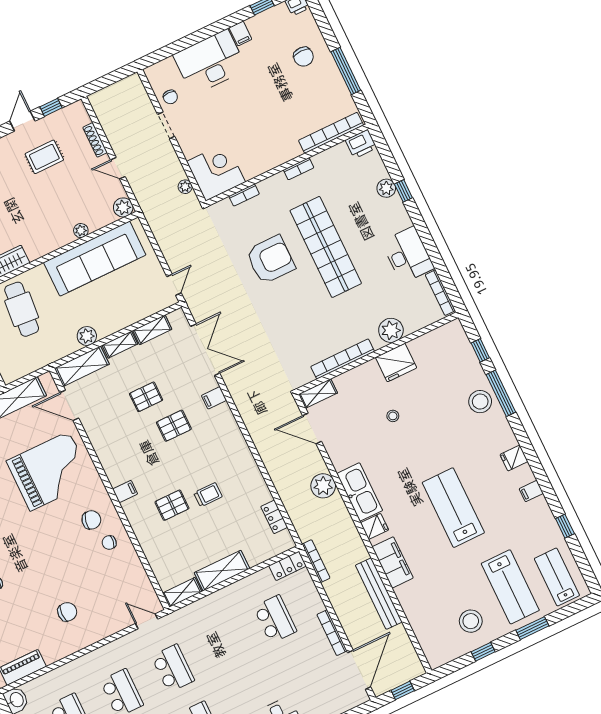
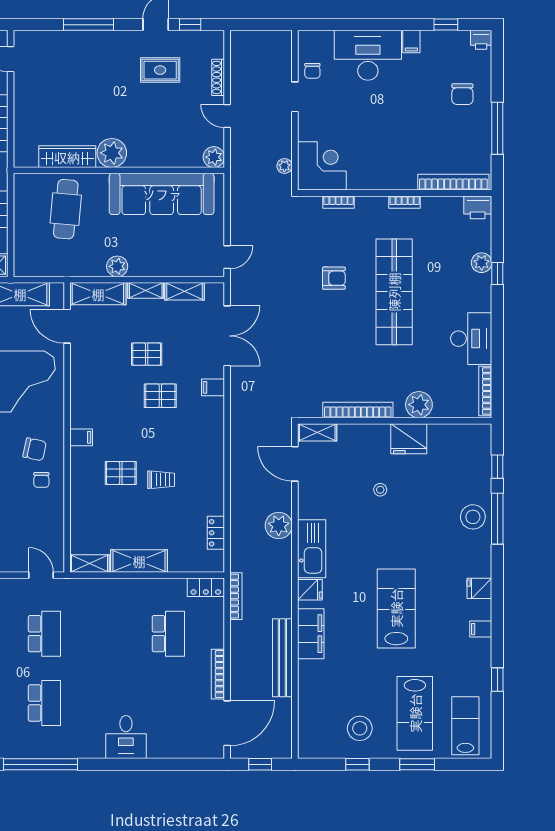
plant: (81, 231) -> (112, 153), moved, width x1.88, depth x1.88
armchair: (270, 260) -> (334, 278), width x0.53, depth x0.53
chair: (109, 543) -> (41, 480), turned -98

